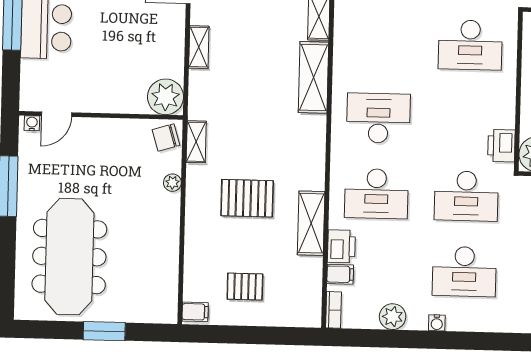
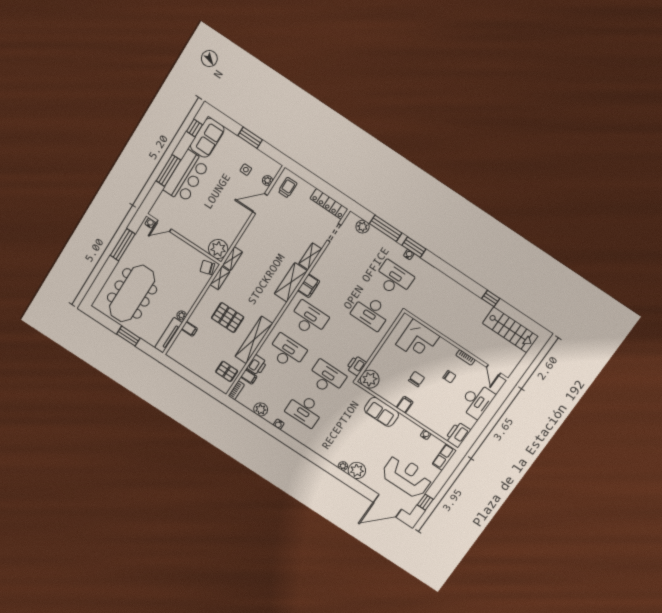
shelving: (199, 47) -> (232, 259), moved
filing cabinet: (345, 65) -> (309, 286), added
plant: (172, 183) -> (182, 315), moved
desk: (376, 194) -> (287, 352), turned 180
desk: (466, 196) -> (327, 378), turned 180
shelving: (311, 223) -> (254, 340), width x1.47
pallet: (245, 287) -> (227, 371), moved
tv unit: (169, 288) -> (168, 335), added
filing cabinet: (195, 312) -> (189, 329), moved

